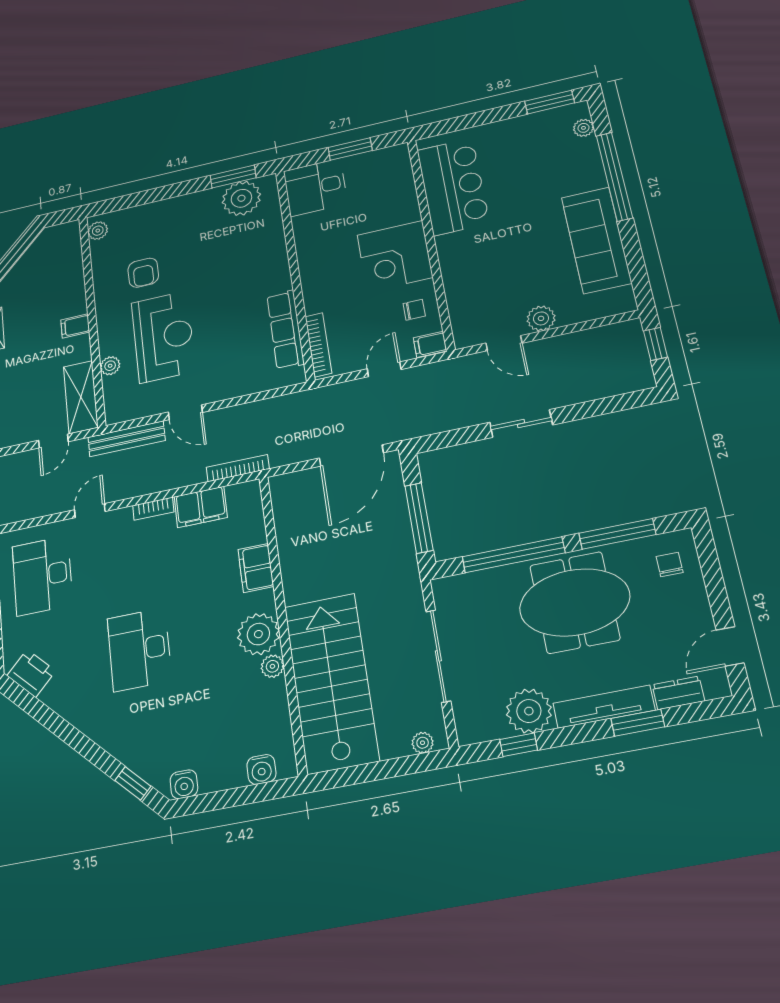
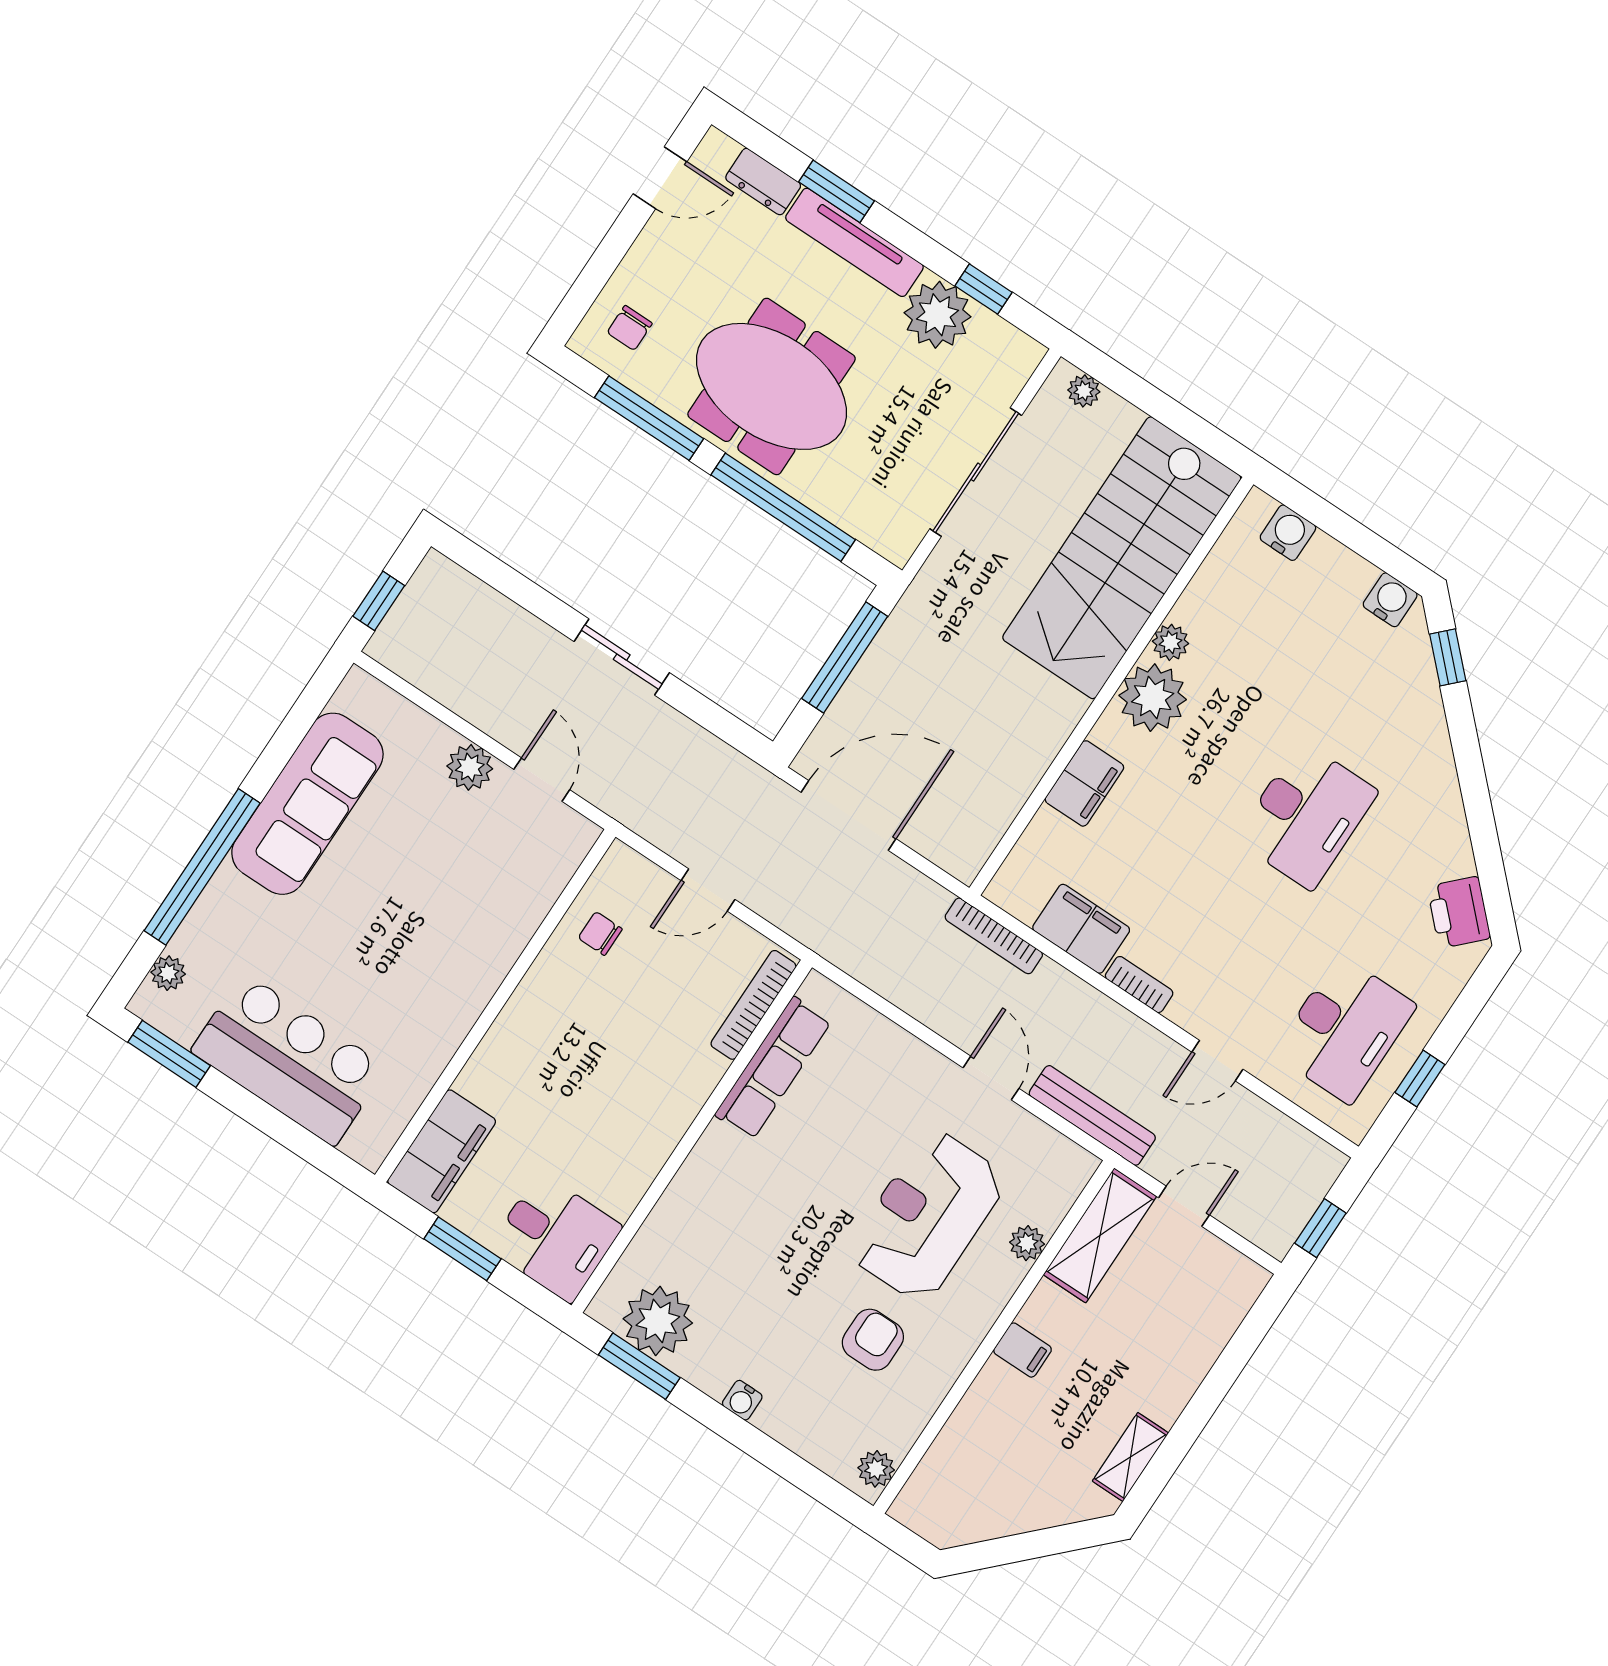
bar counter: (453, 186) -> (289, 1059), moved, turned 90
water cooler: (178, 204) -> (742, 1400), added
corner desk: (395, 256) -> (553, 1033), removed
filing cabinet: (430, 344) -> (442, 1151), moved, width x3.00, depth x1.17

